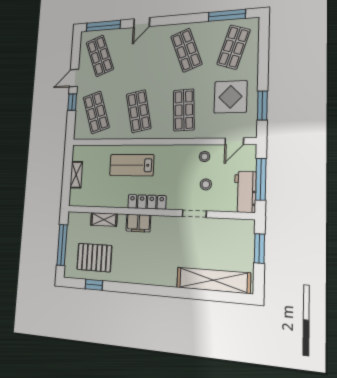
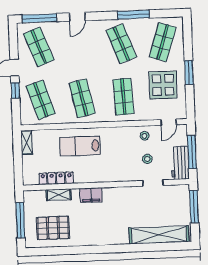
window: (227, 15) -> (133, 15), moved
window: (262, 105) -> (189, 72), moved
shelving: (76, 175) -> (27, 142), moved
locker: (147, 202) -> (56, 178), moved
doorway: (194, 214) -> (153, 183), moved
window: (259, 248) -> (194, 206), width x1.44
window: (94, 285) -> (55, 251), removed

